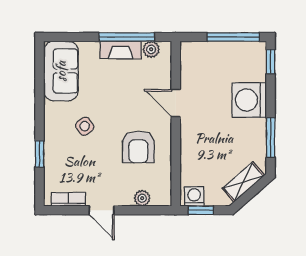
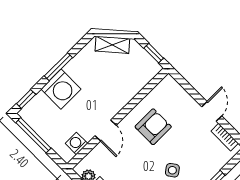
window: (271, 138) -> (58, 67), moved
washing machine: (194, 196) -> (76, 143), moved, turned 90
plant: (142, 198) -> (181, 95), removed

